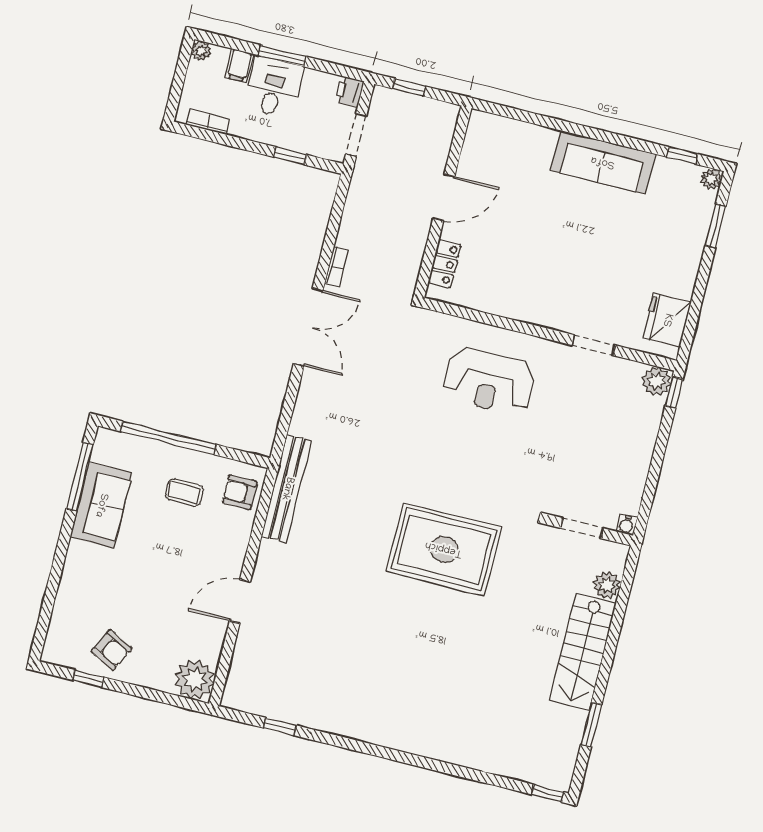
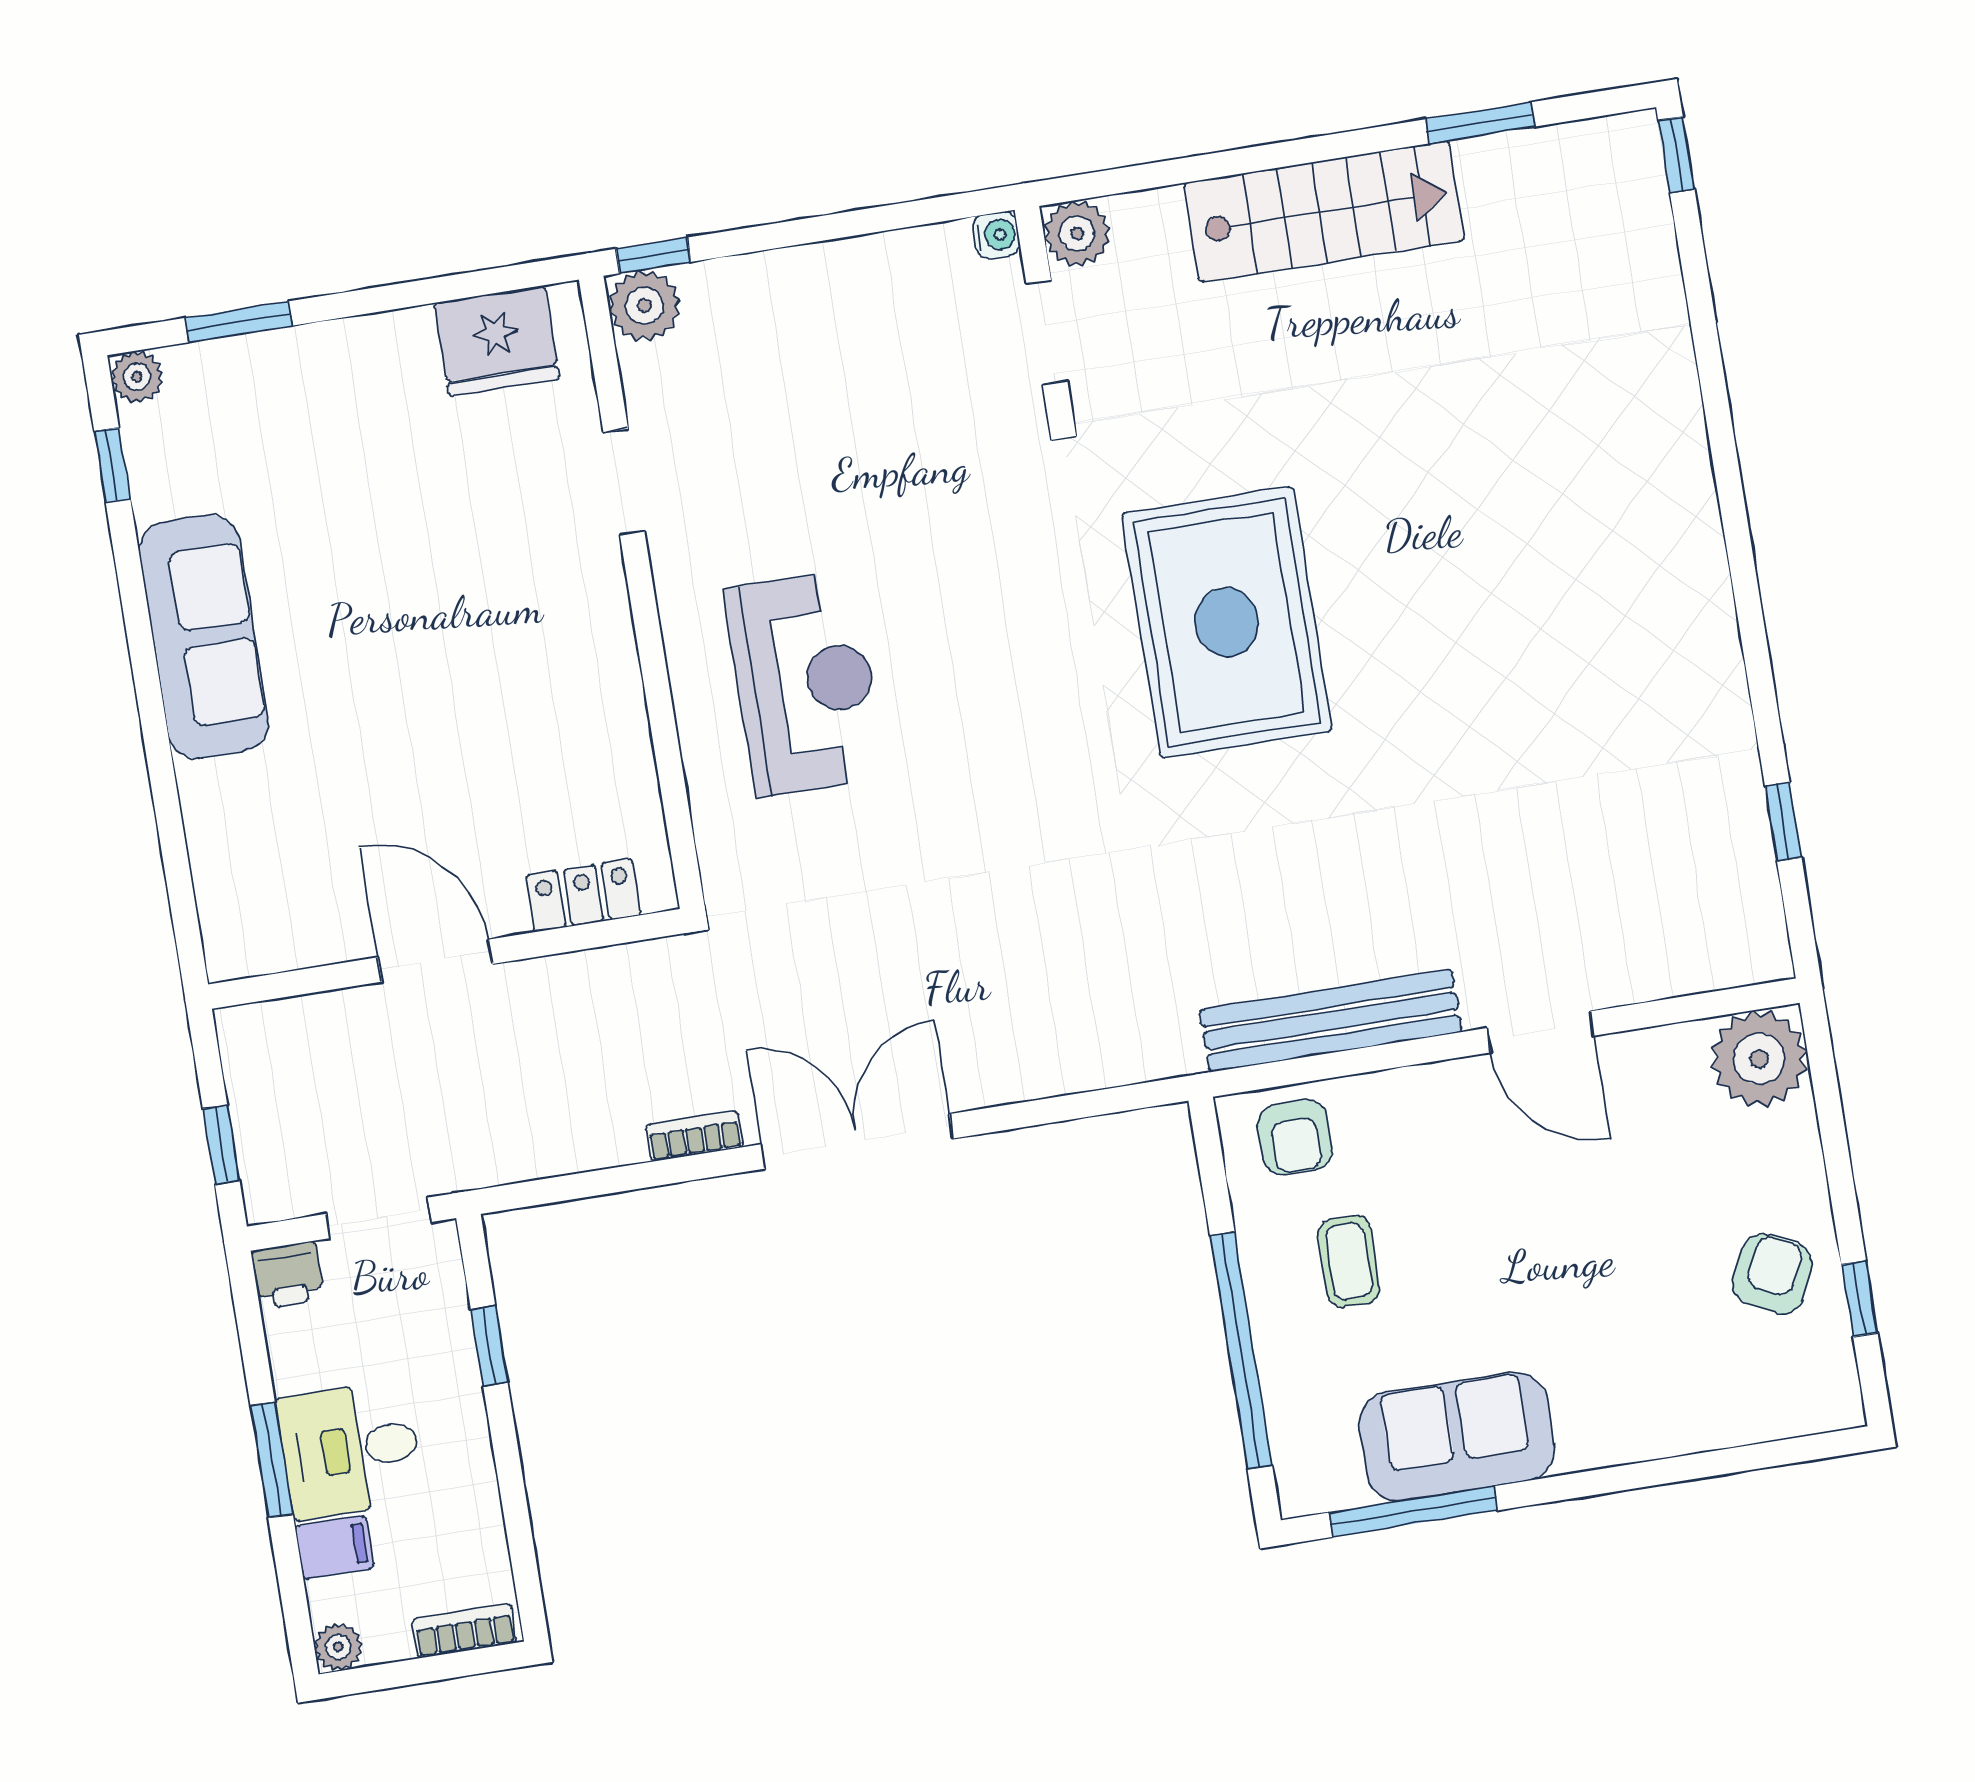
bookcase: (208, 122) -> (464, 1631), moved, turned 90
bench: (287, 489) -> (1330, 1021), moved
plant: (607, 585) -> (1077, 234), moved

